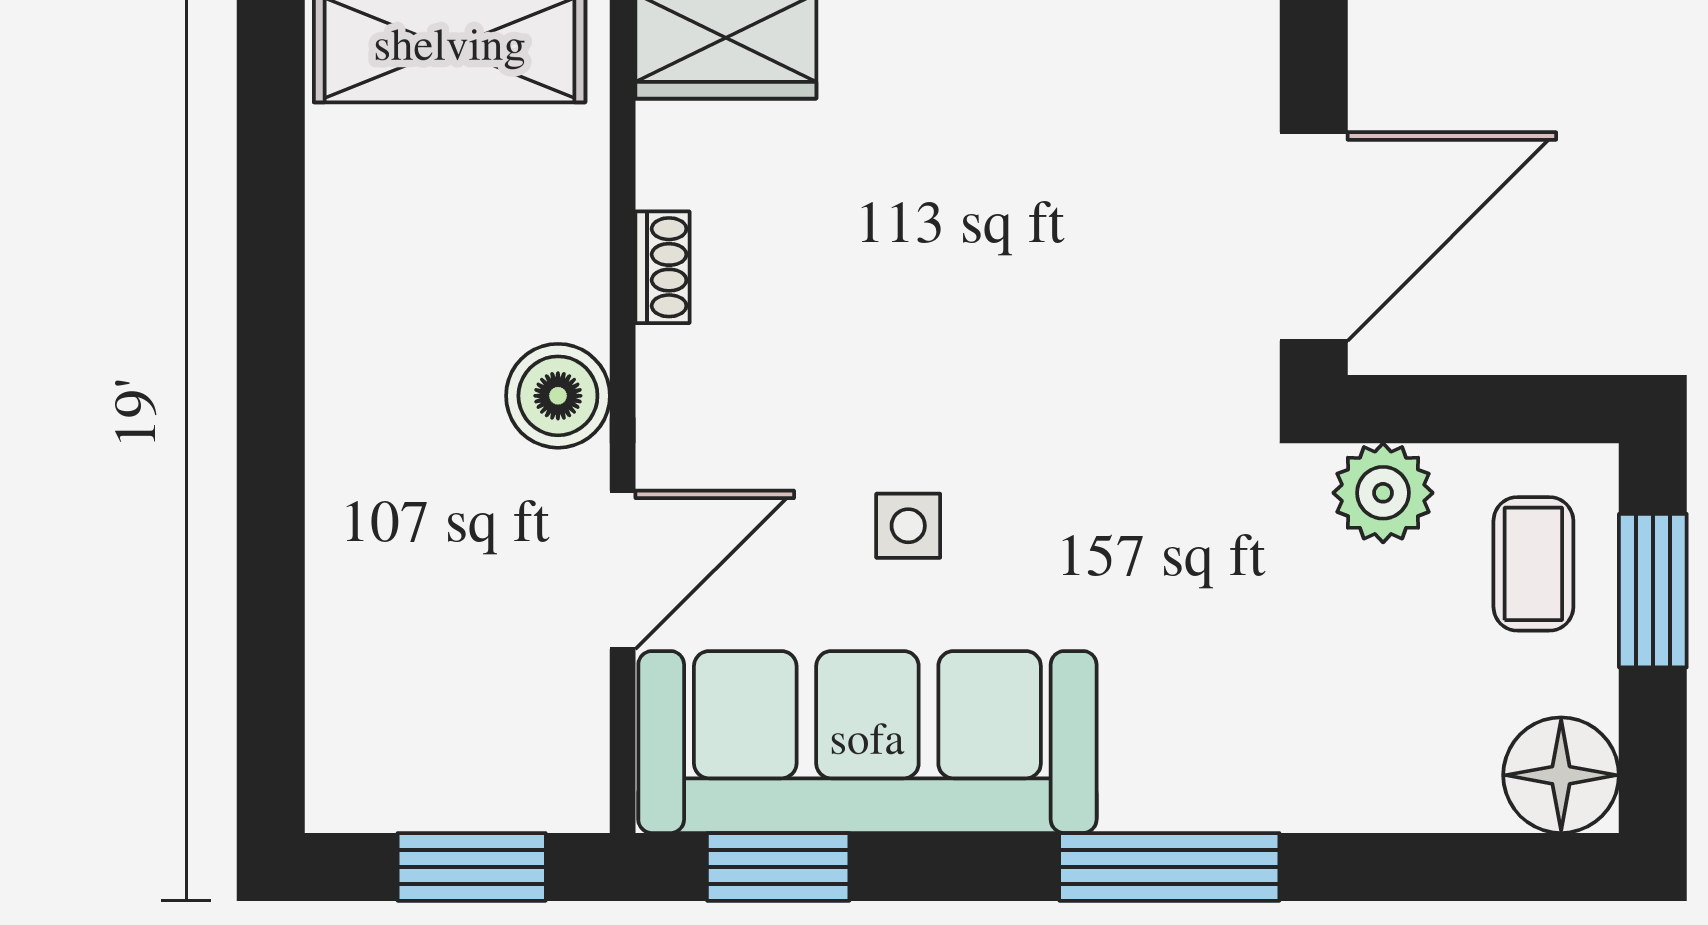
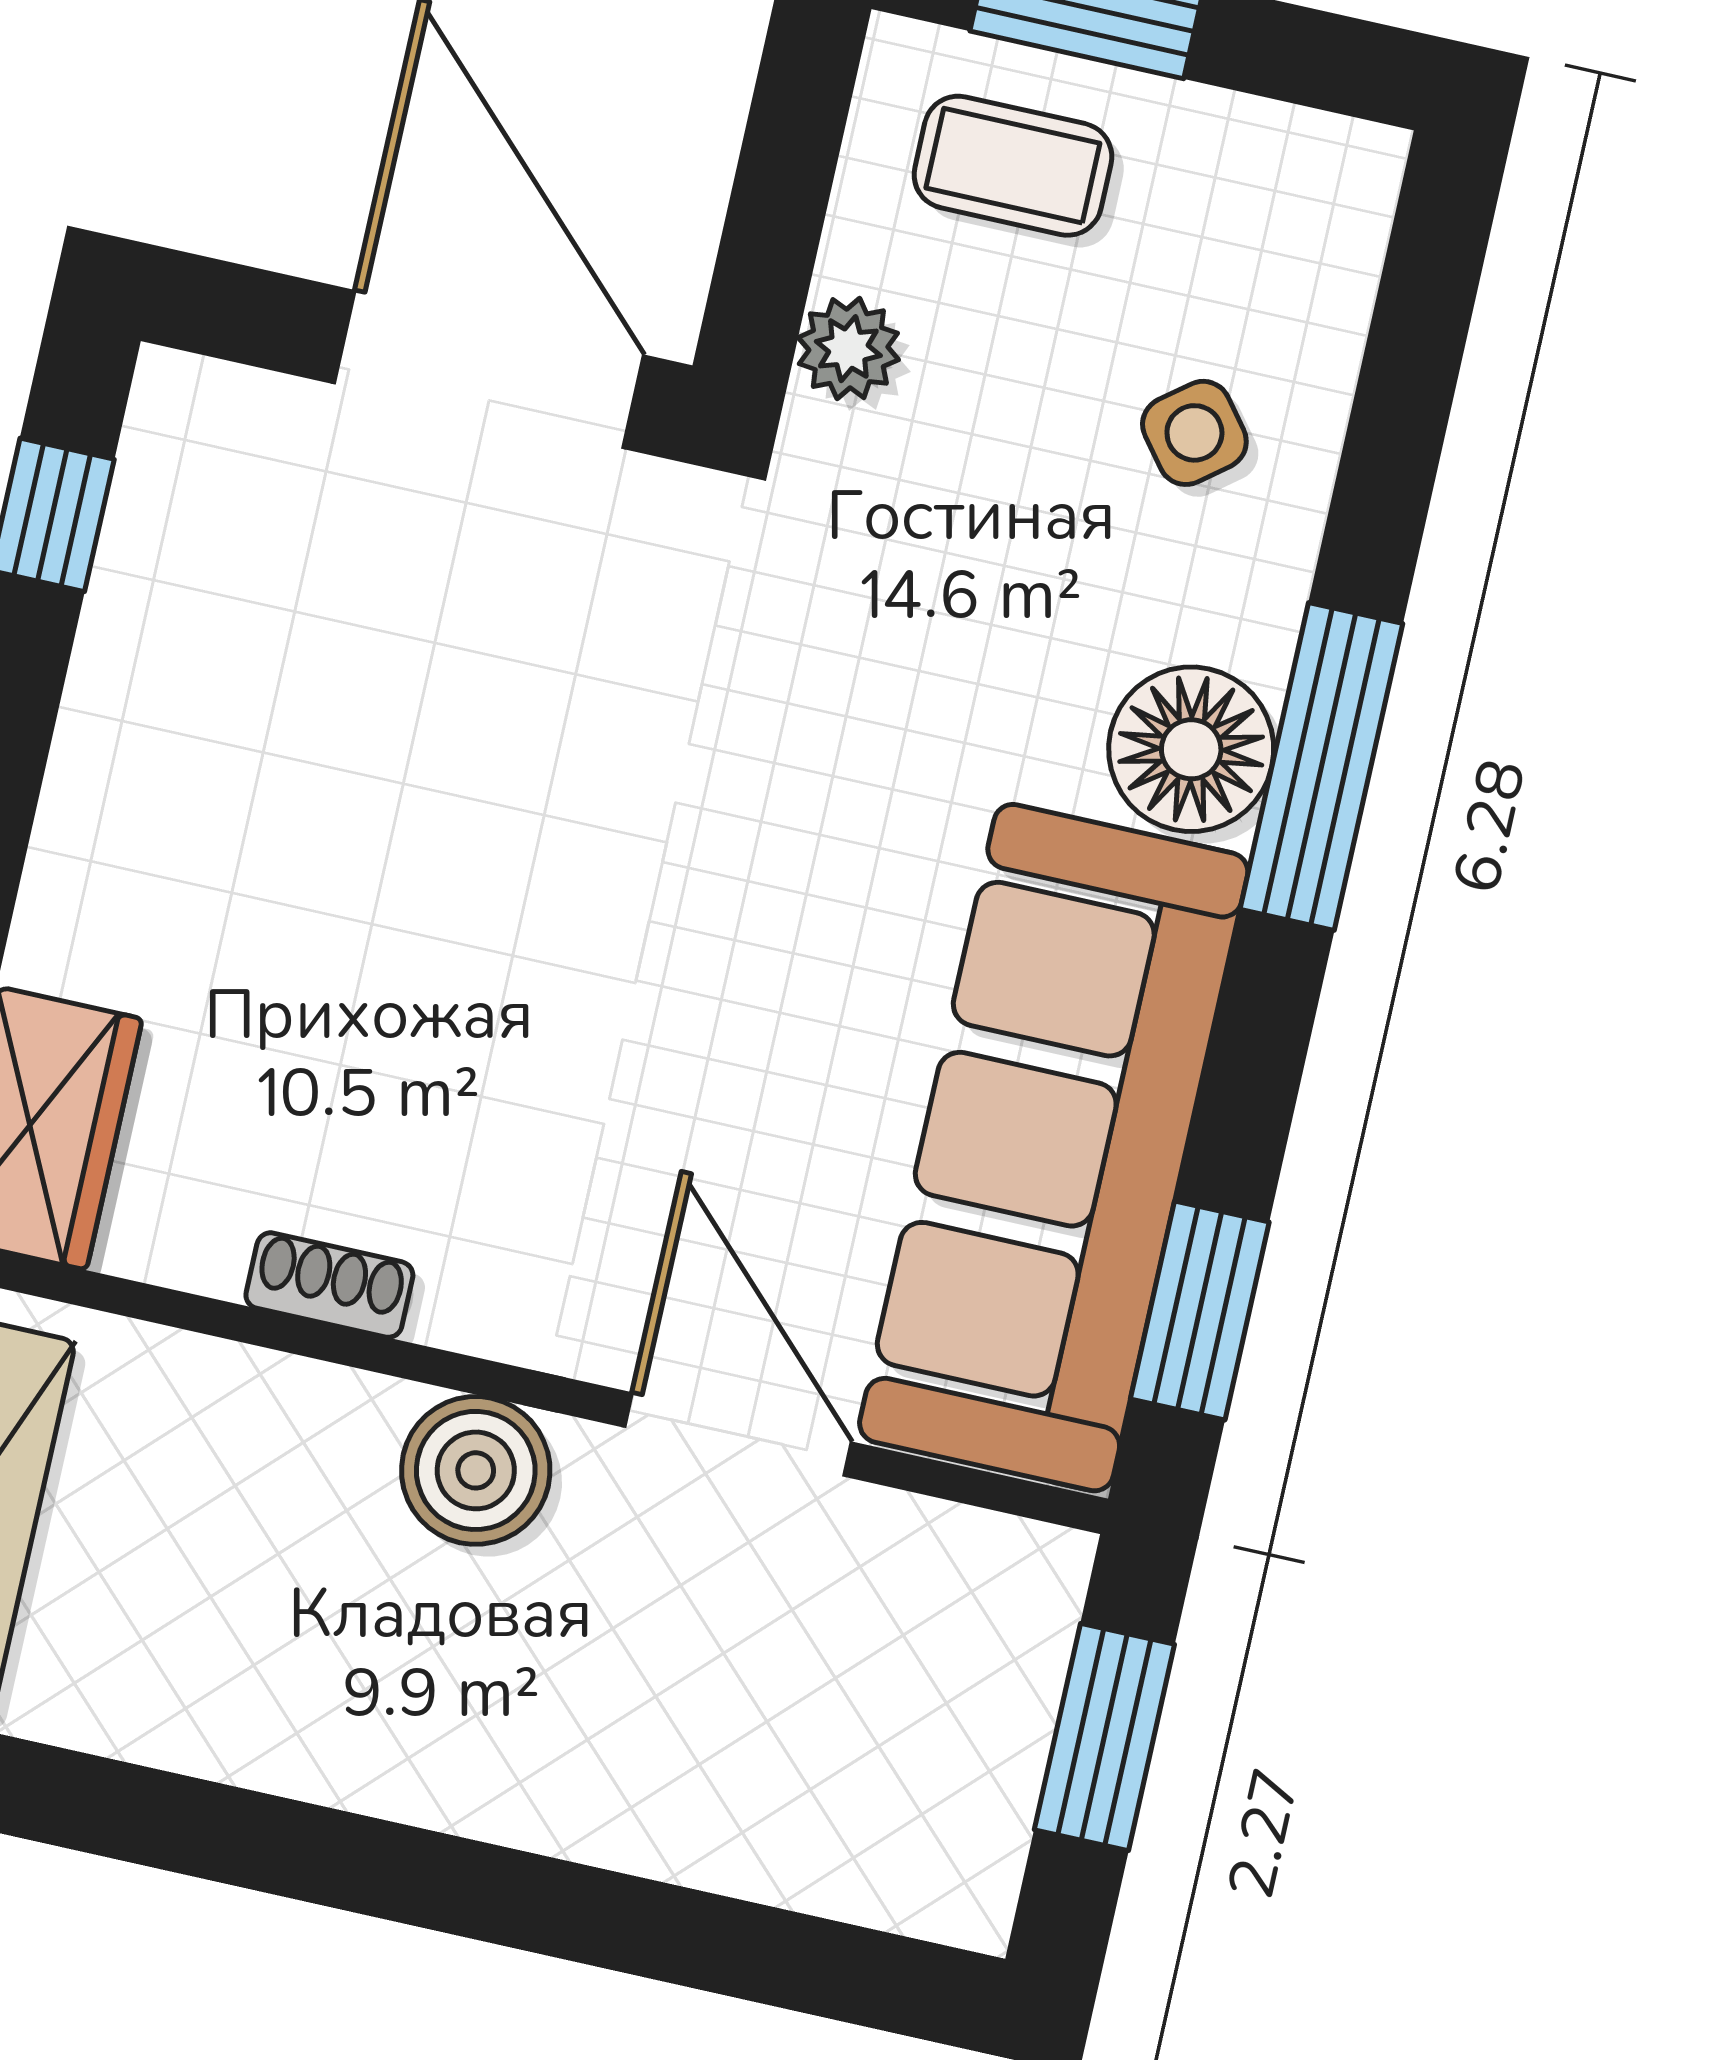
plant: (1383, 493) -> (848, 349), width x0.73, depth x0.73
side table: (908, 526) -> (1194, 433), moved, turned -38
floor lamp: (1561, 775) -> (1191, 749), moved

